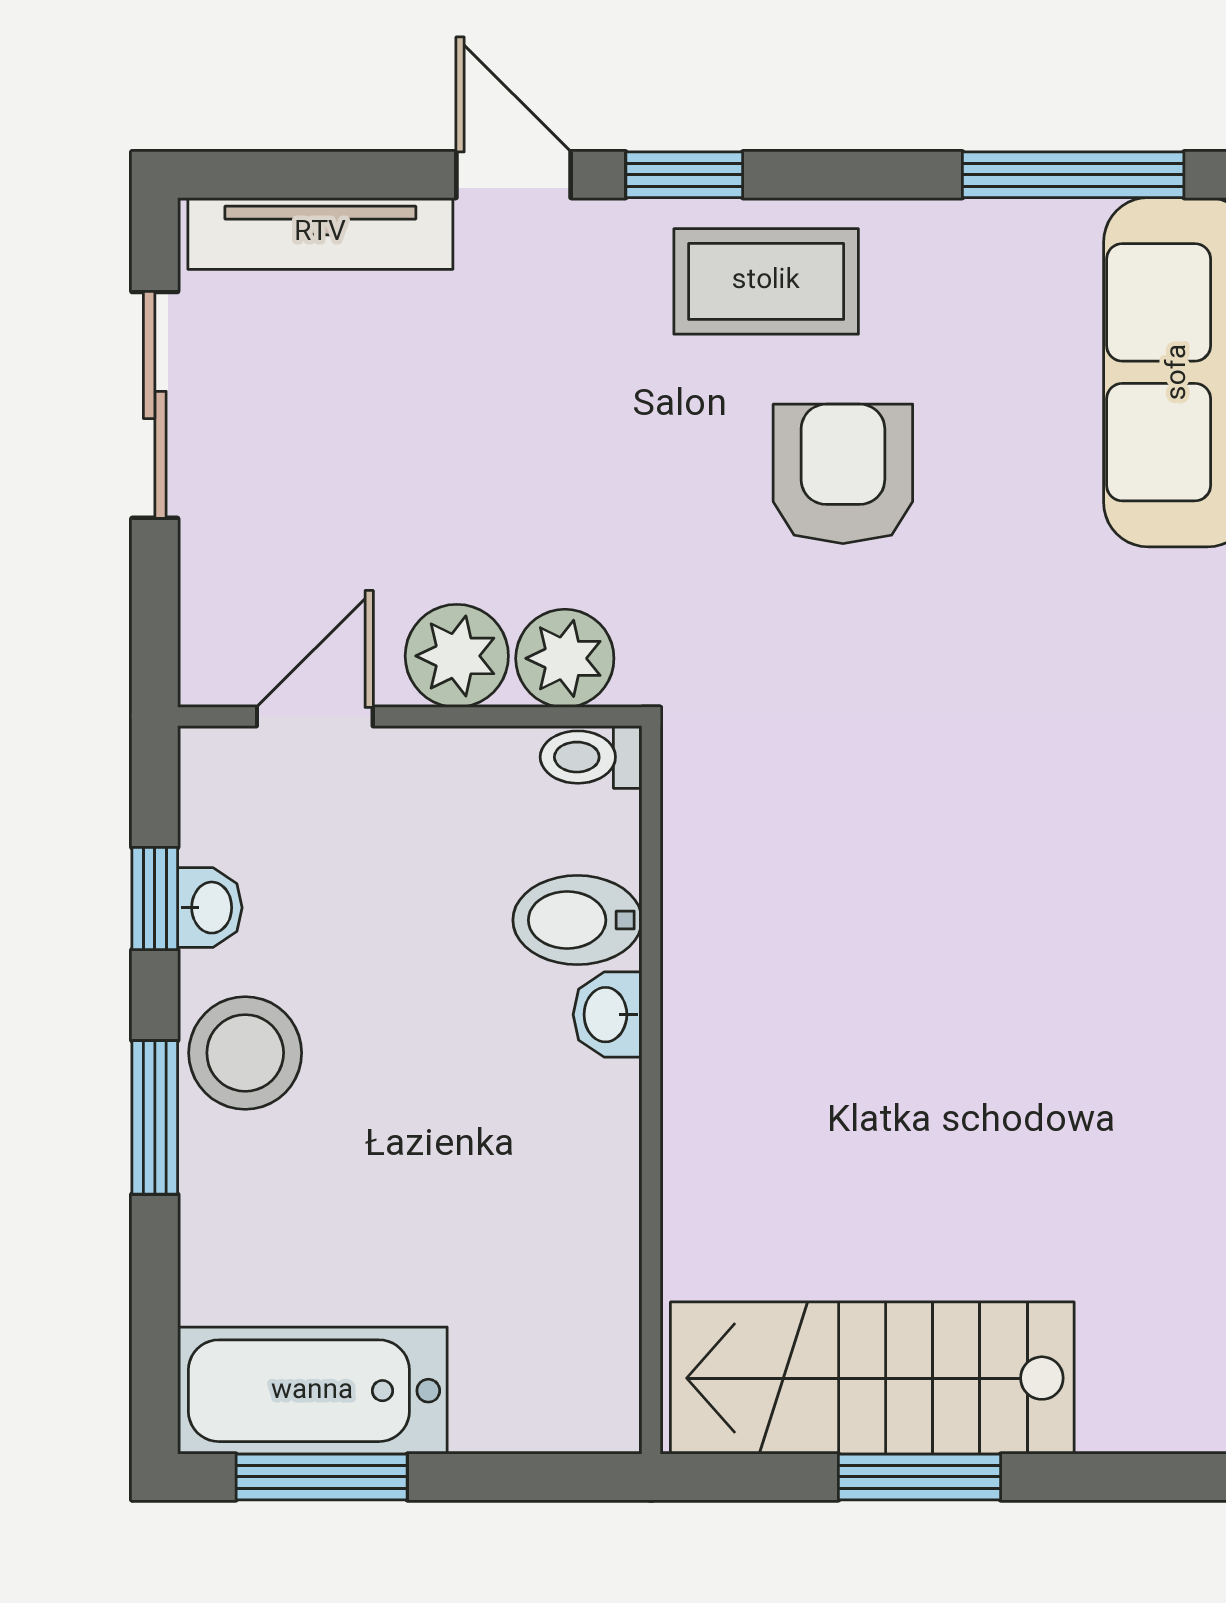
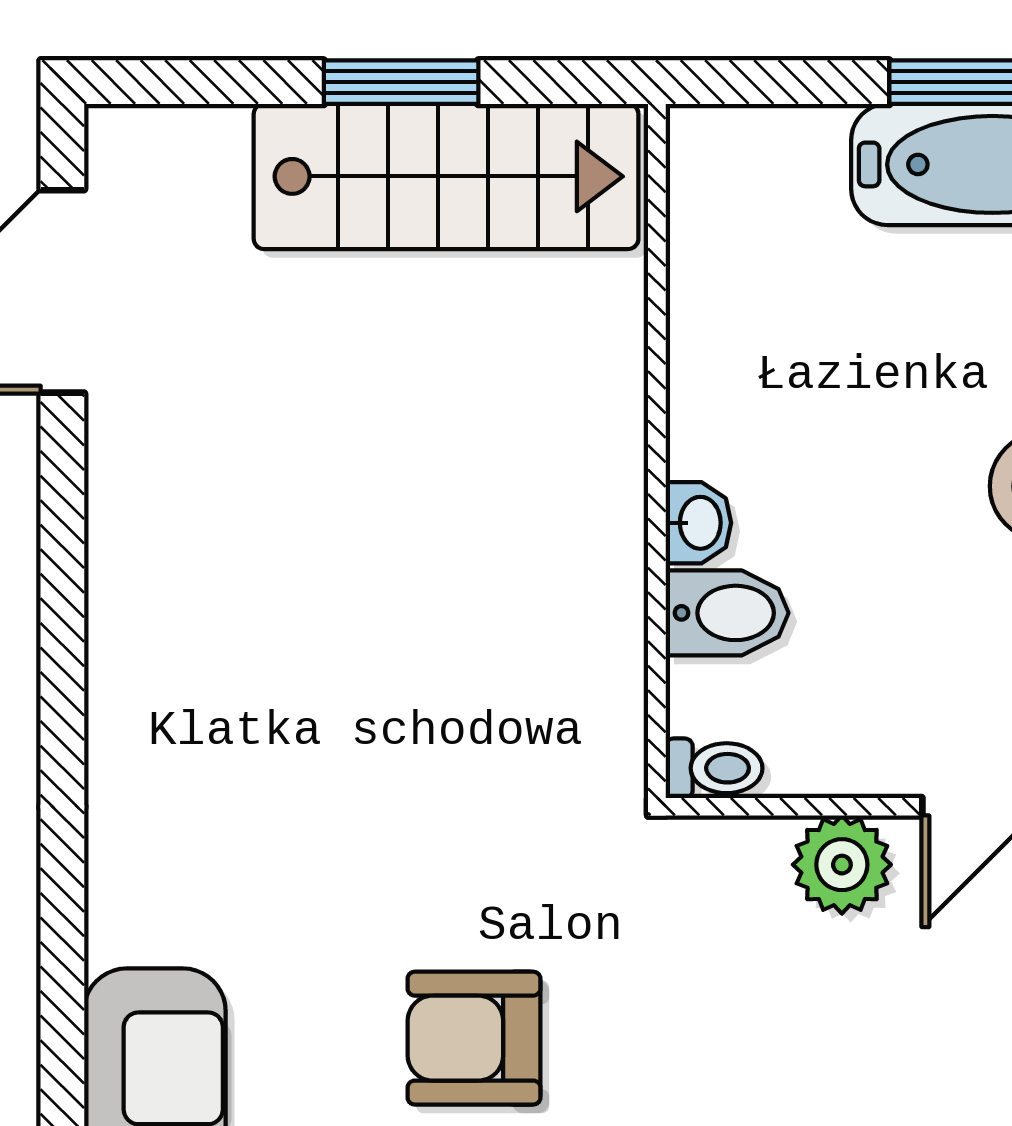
armchair: (843, 474) -> (474, 1038), turned 90
plant: (565, 658) -> (739, 862), removed

